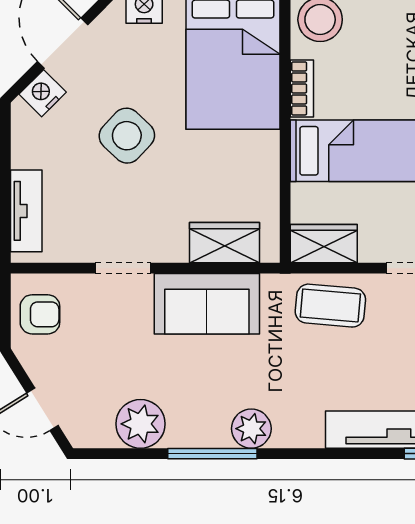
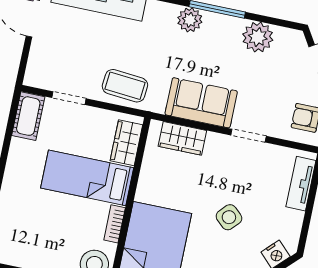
side table: (127, 136) -> (229, 217), width x0.73, depth x0.73
wardrobe: (324, 244) -> (126, 143), moved, turned 90

